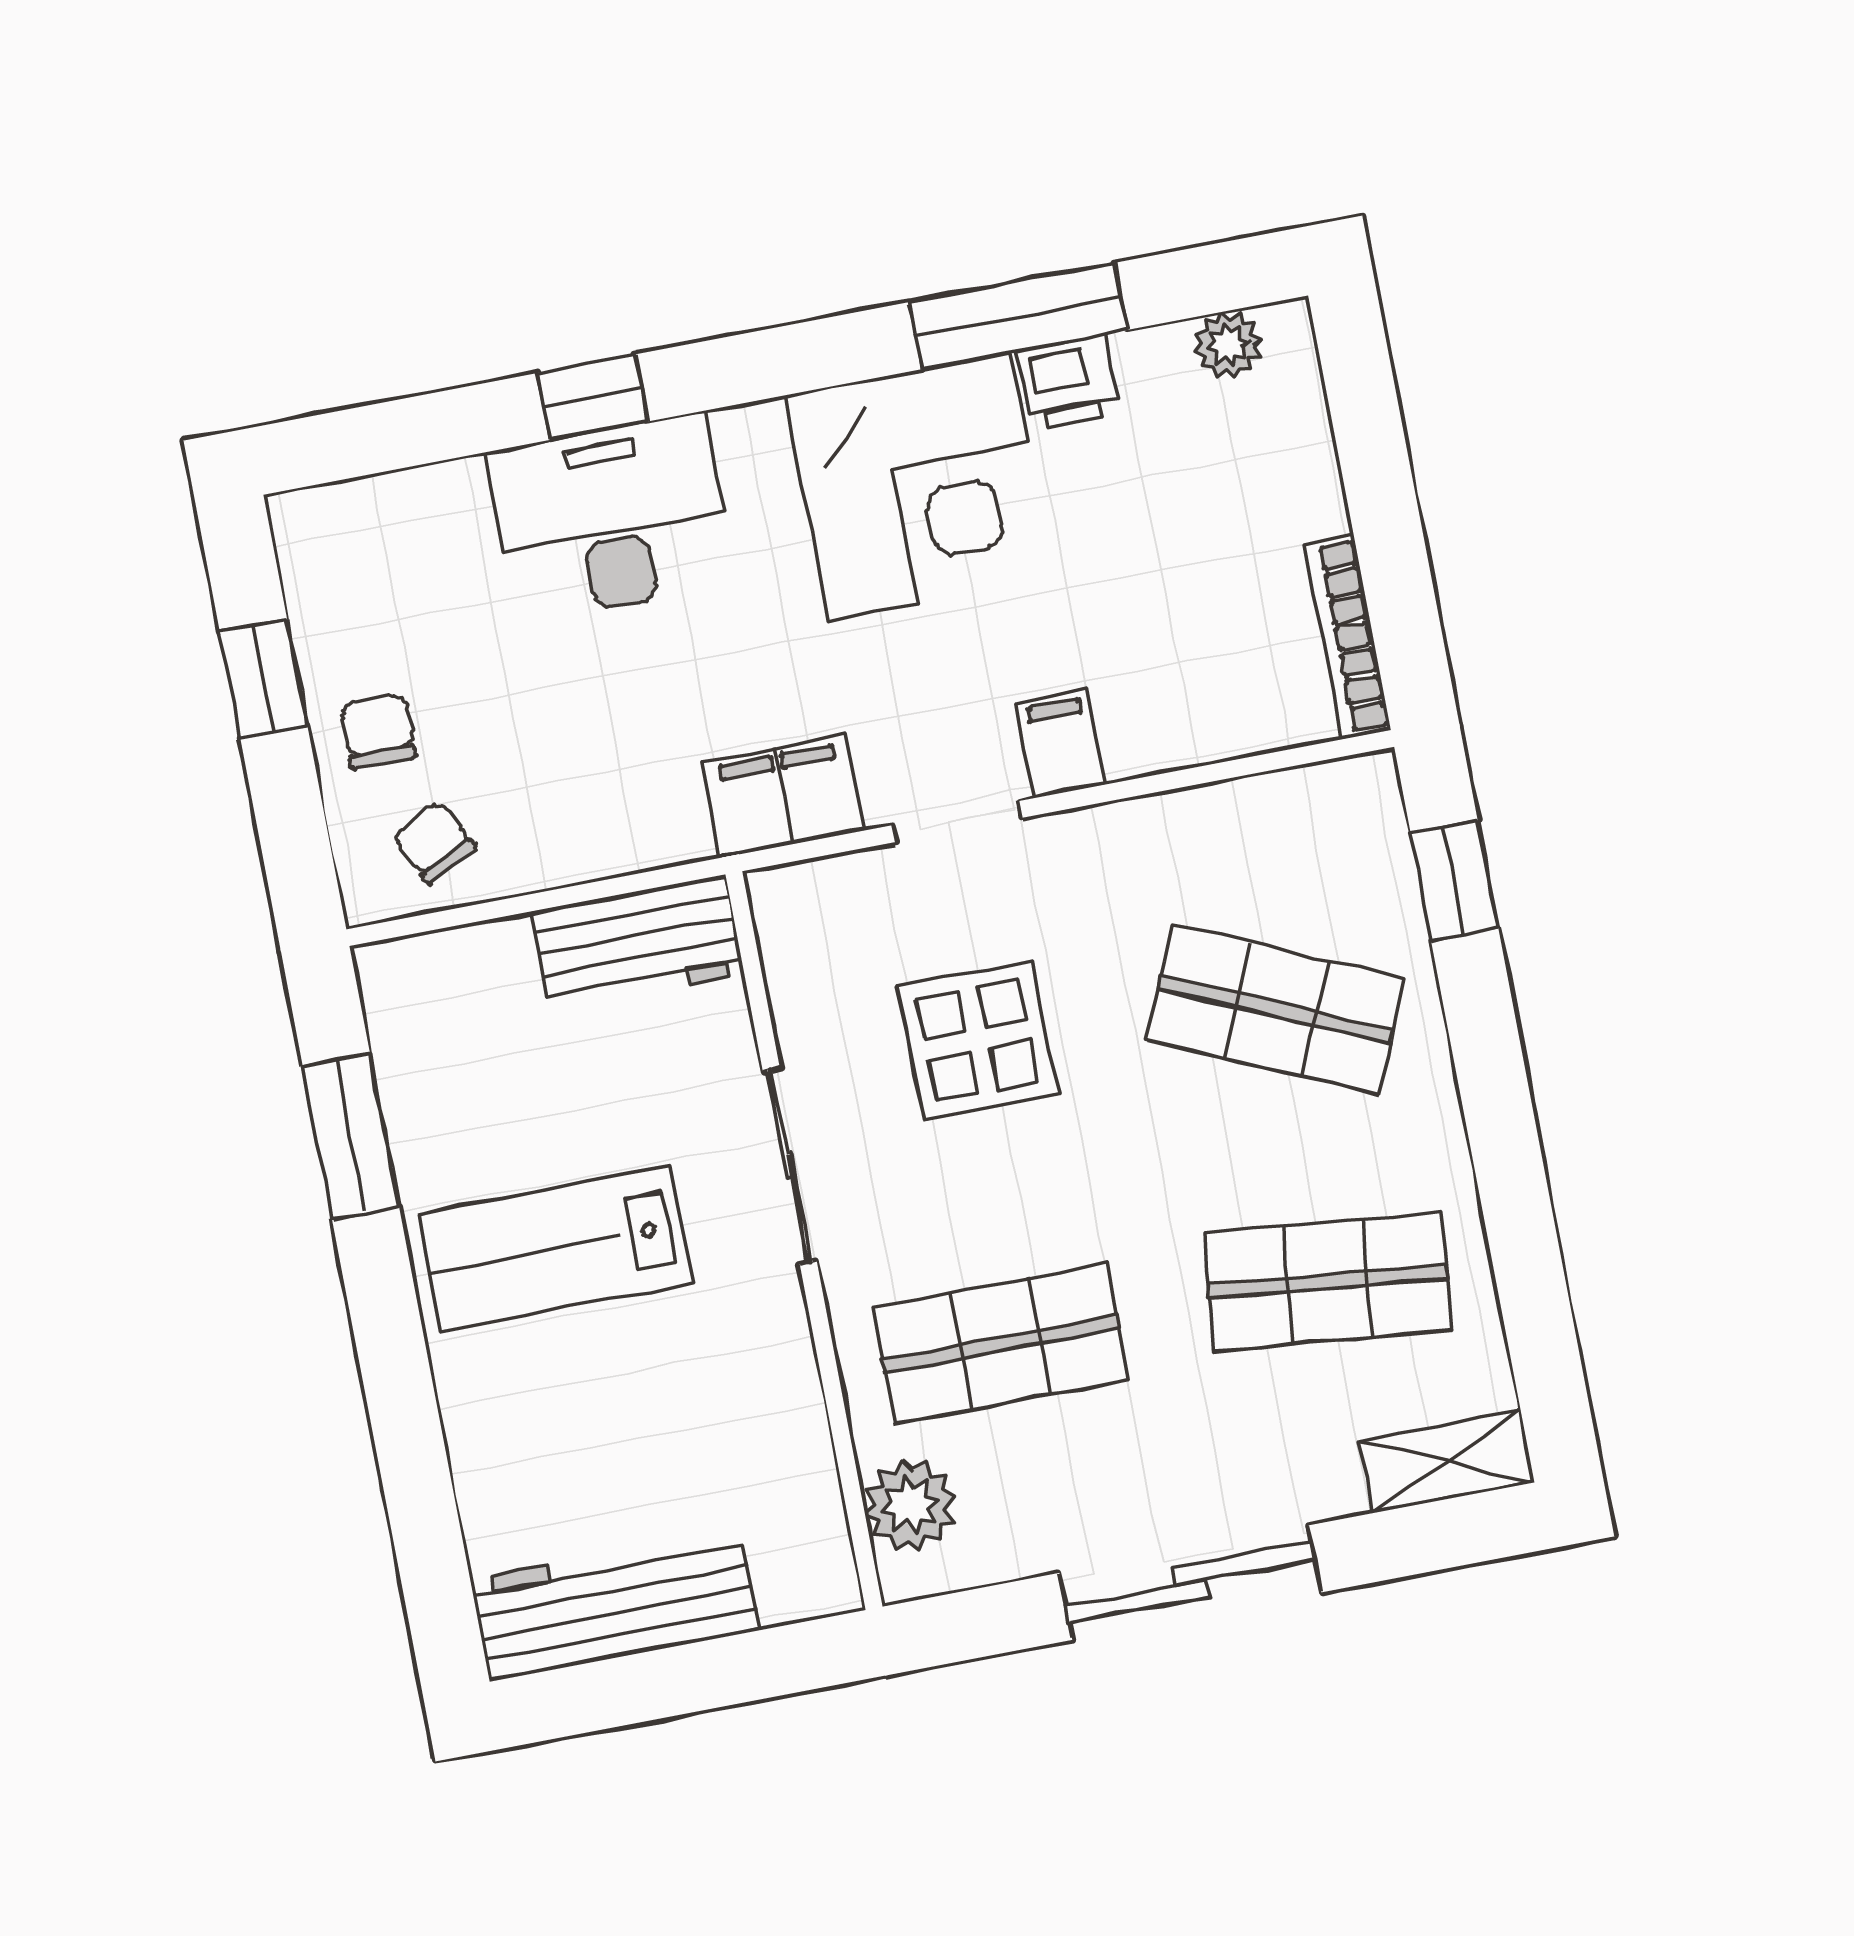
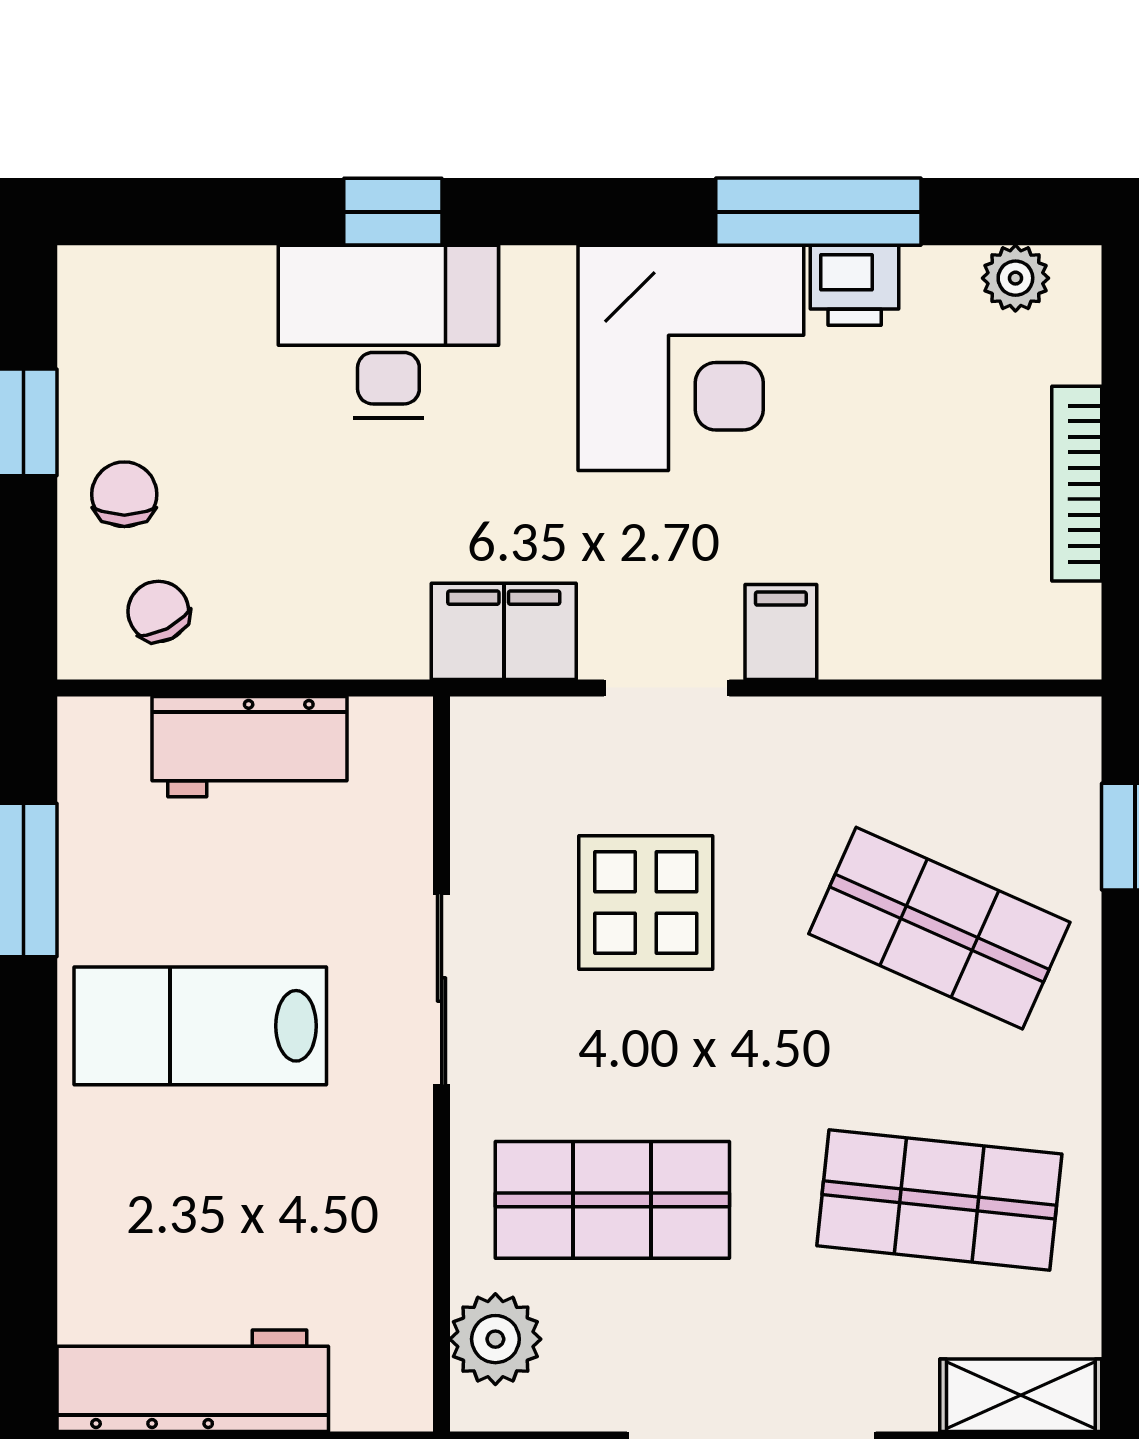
bookcase: (1347, 637) -> (1077, 484), moved
workbench: (638, 943) -> (250, 747), moved

